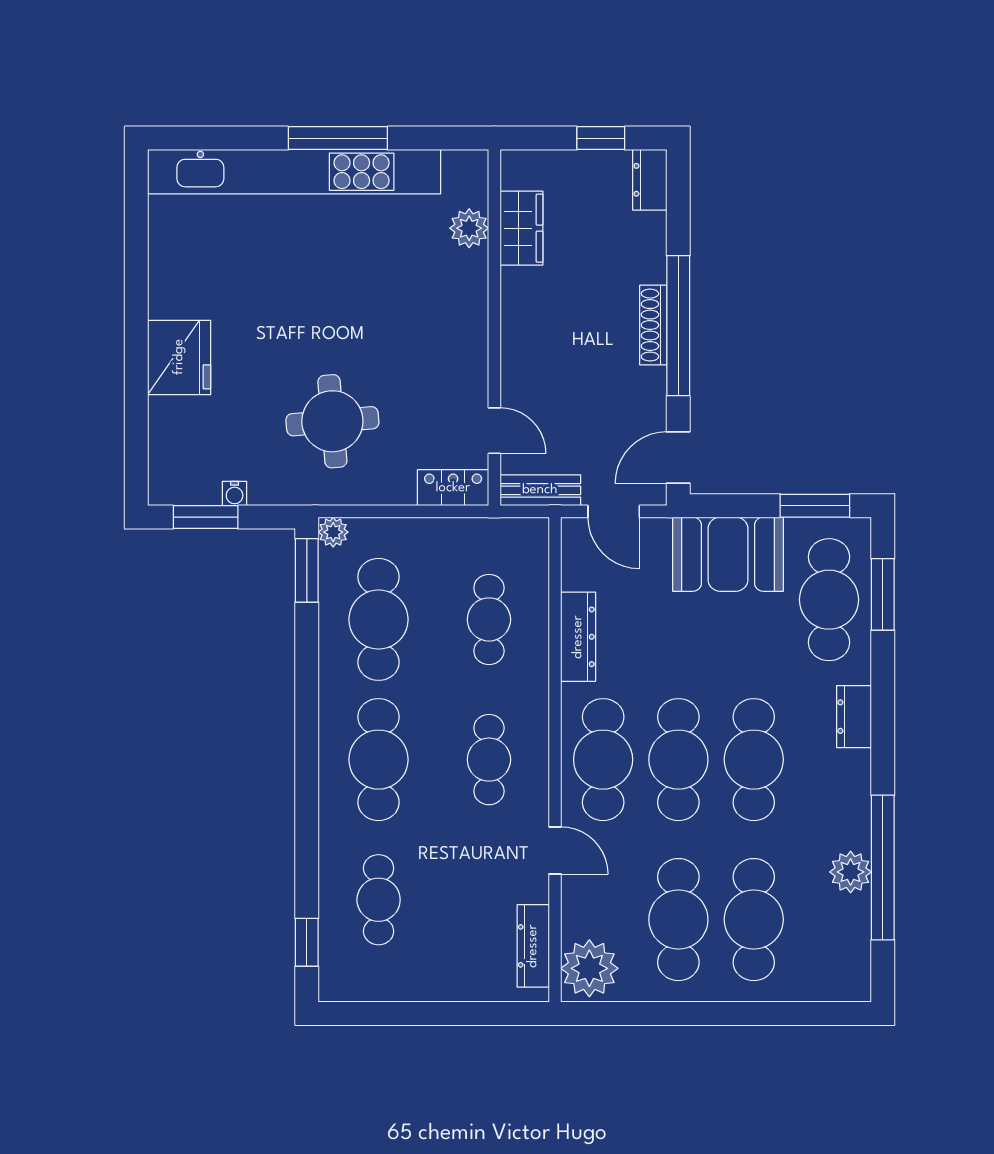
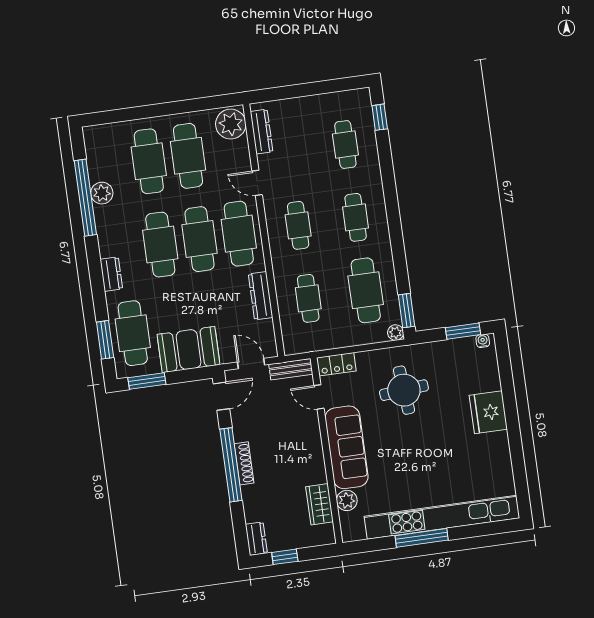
sofa: (456, 328) -> (347, 447), added
water cooler: (235, 494) -> (483, 341), moved
cafe table: (379, 760) -> (356, 217), width x0.73, depth x0.74

